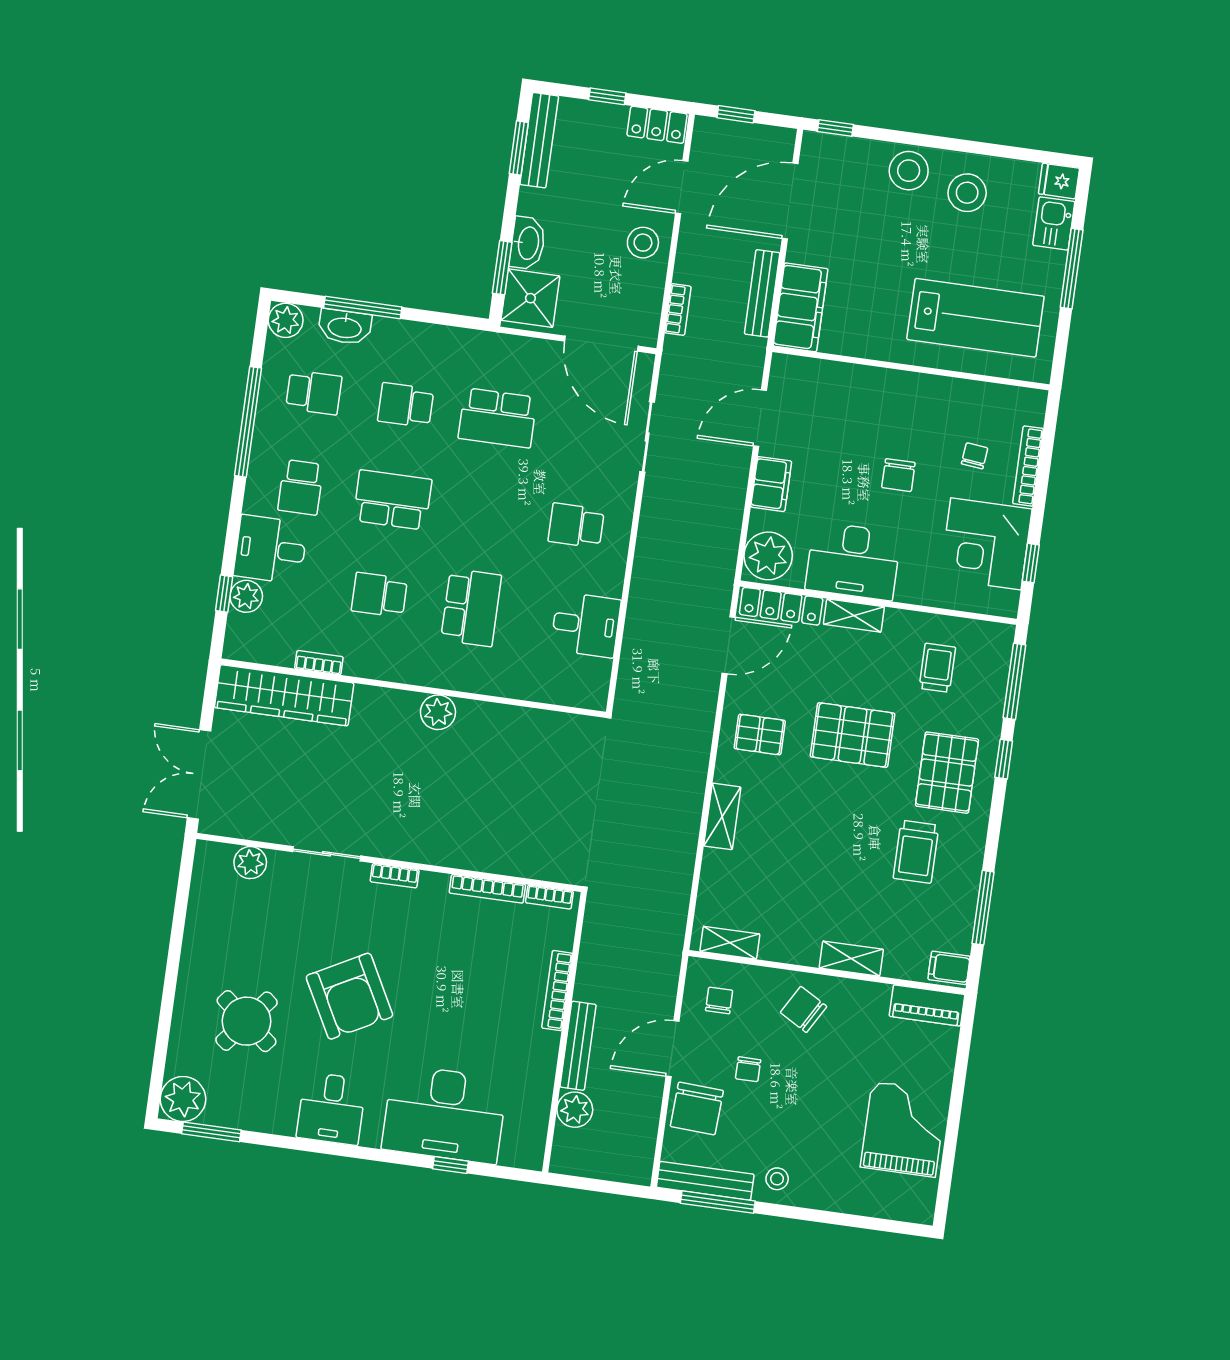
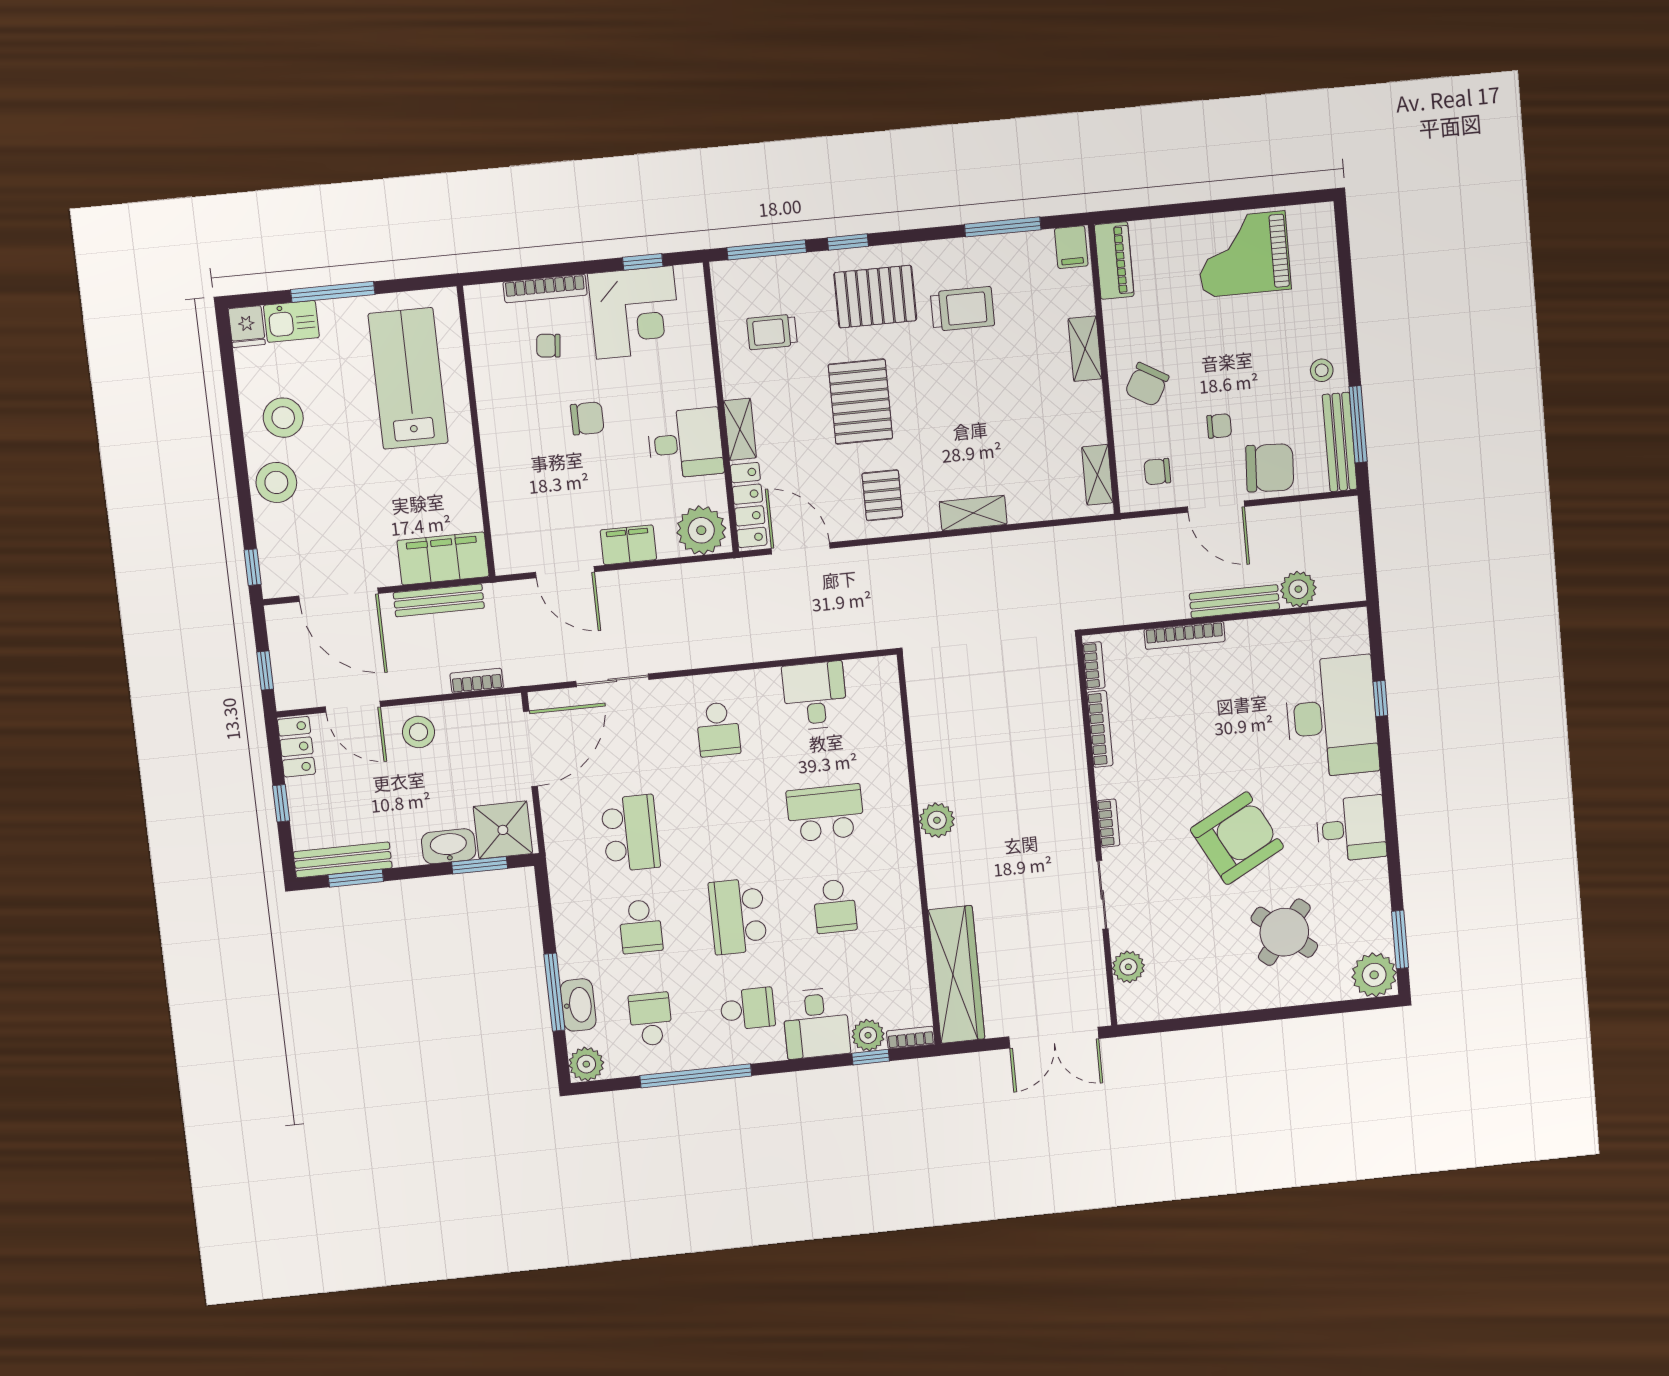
desk: (853, 561) -> (685, 443), width x0.73
bookcase: (319, 663) -> (911, 1038), moved, turned 90

